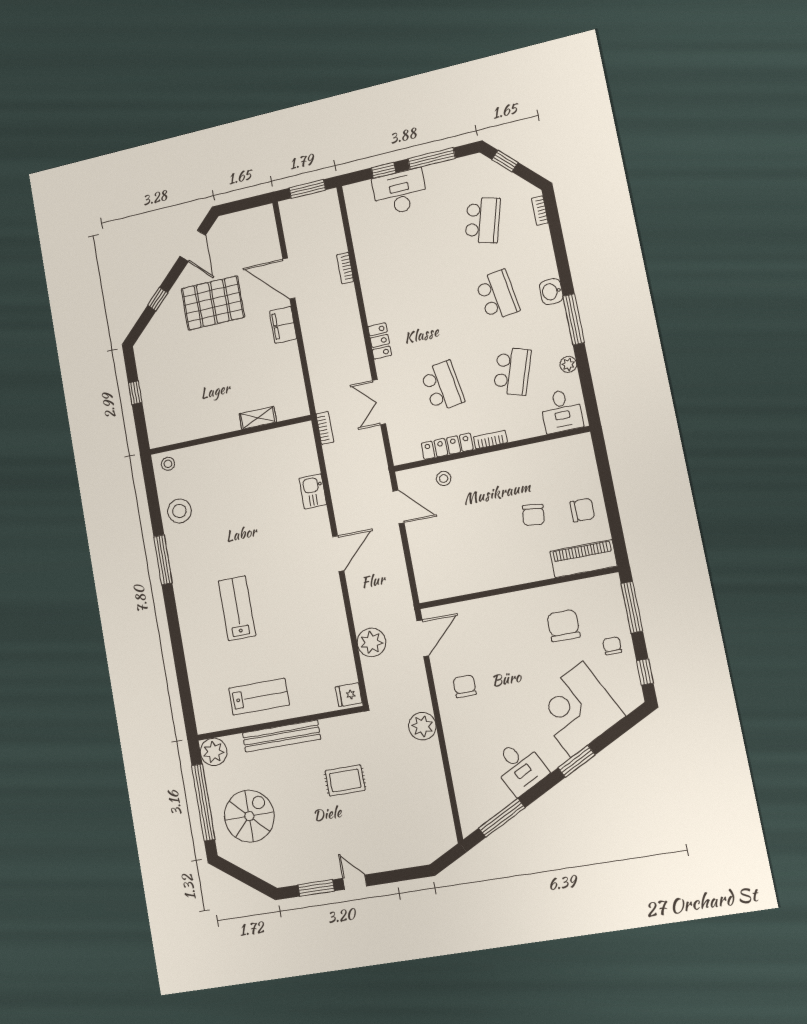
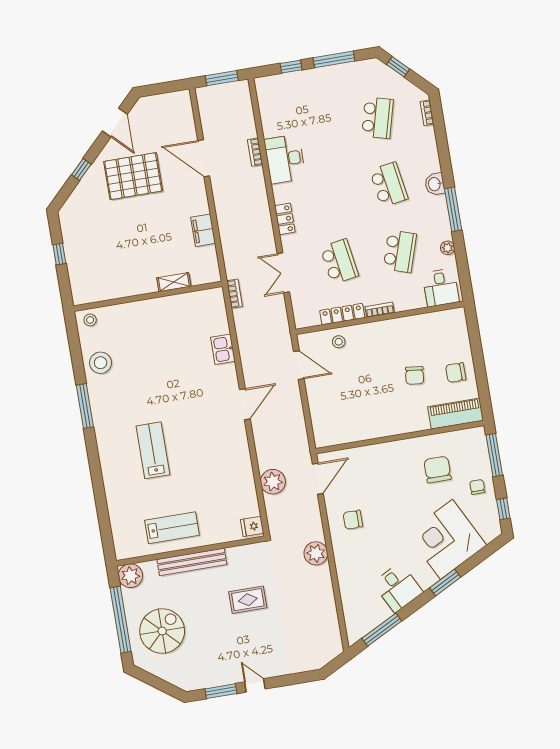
desk: (400, 192) -> (285, 159), moved, turned -90
filing cabinet: (283, 325) -> (203, 230), moved
chair: (582, 510) -> (456, 373), turned 180
chair: (465, 686) -> (353, 520), turned -90

